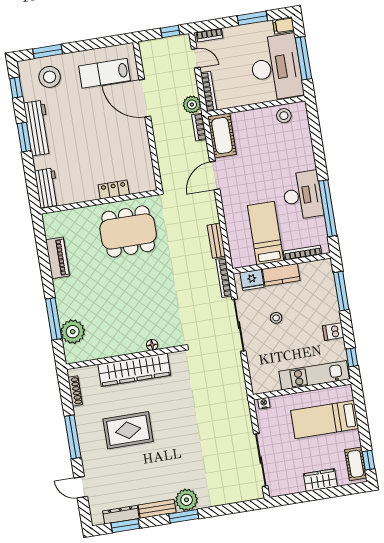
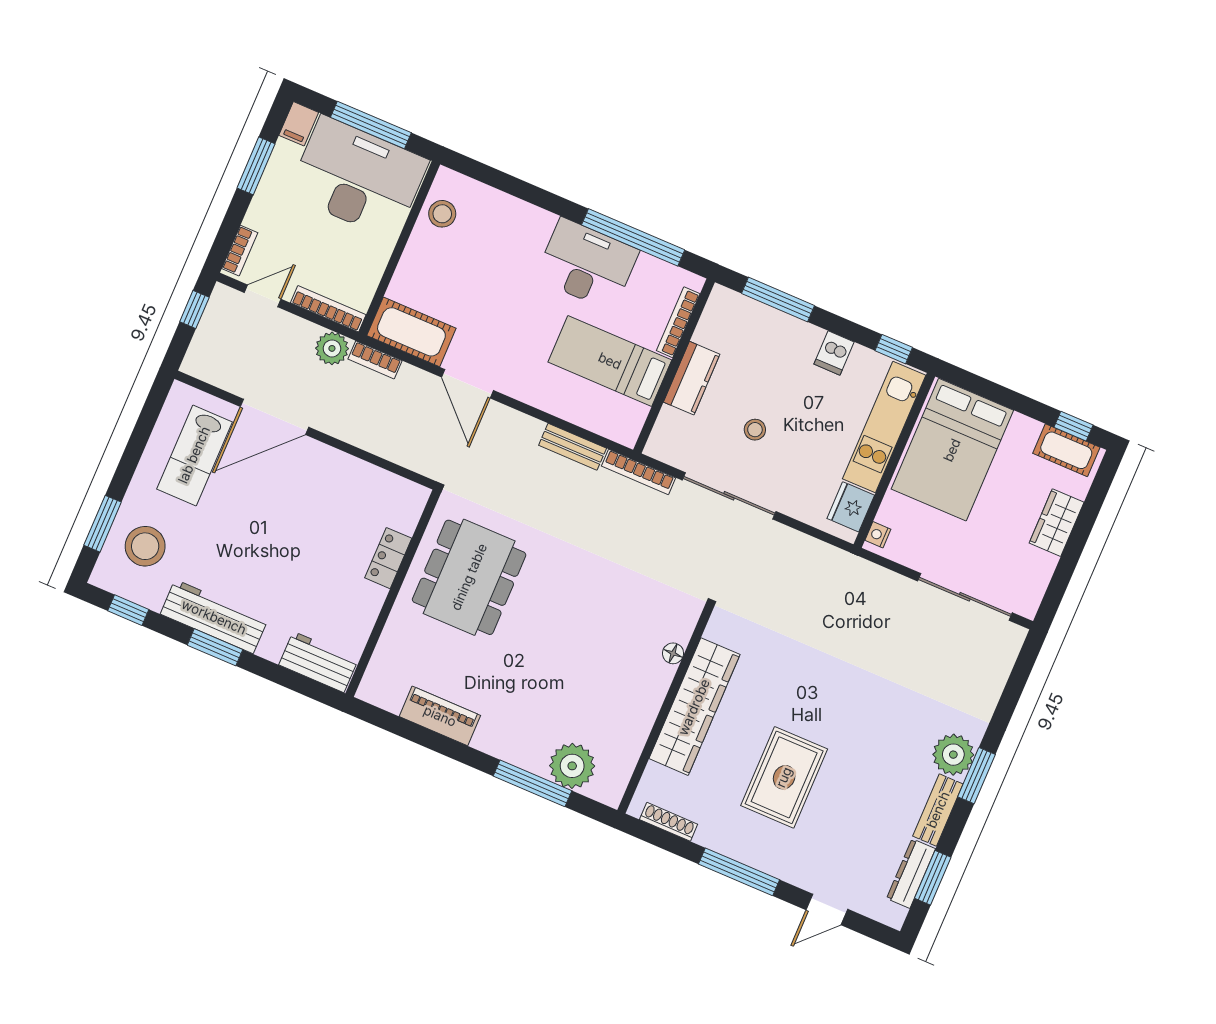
fridge: (252, 280) -> (851, 507), moved, turned 180
bed: (325, 420) -> (952, 450), width x1.50

